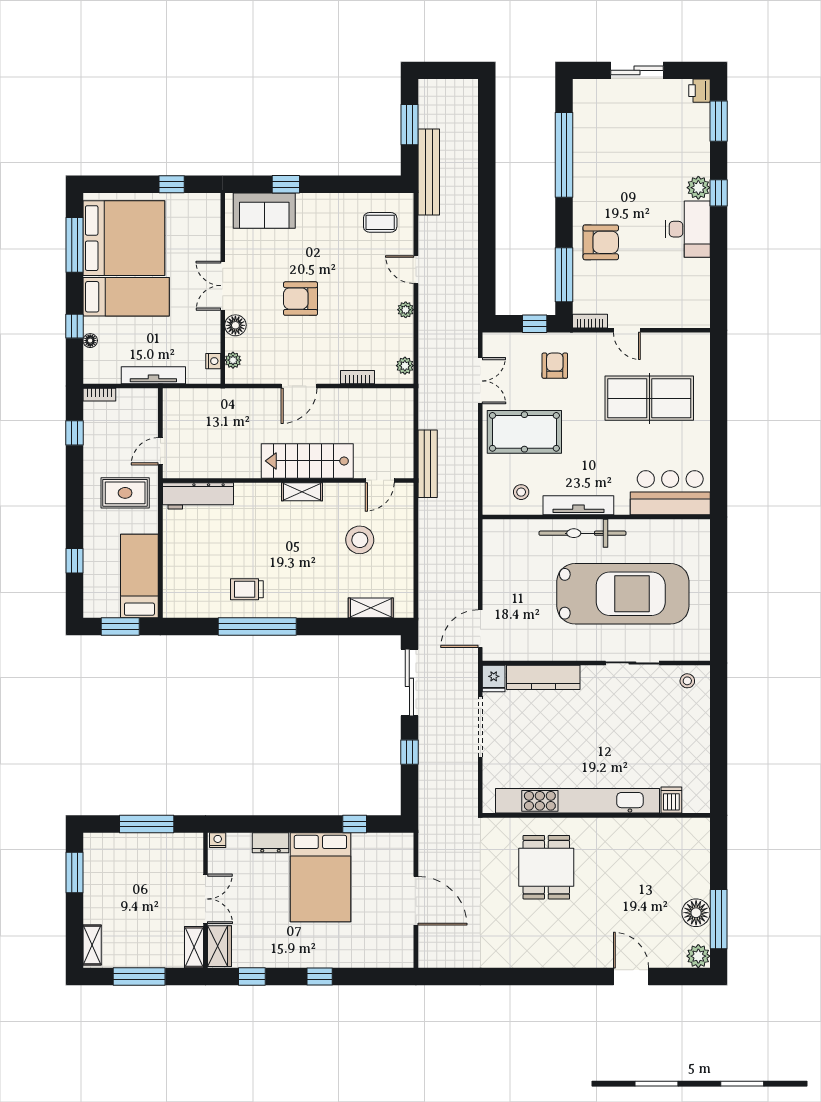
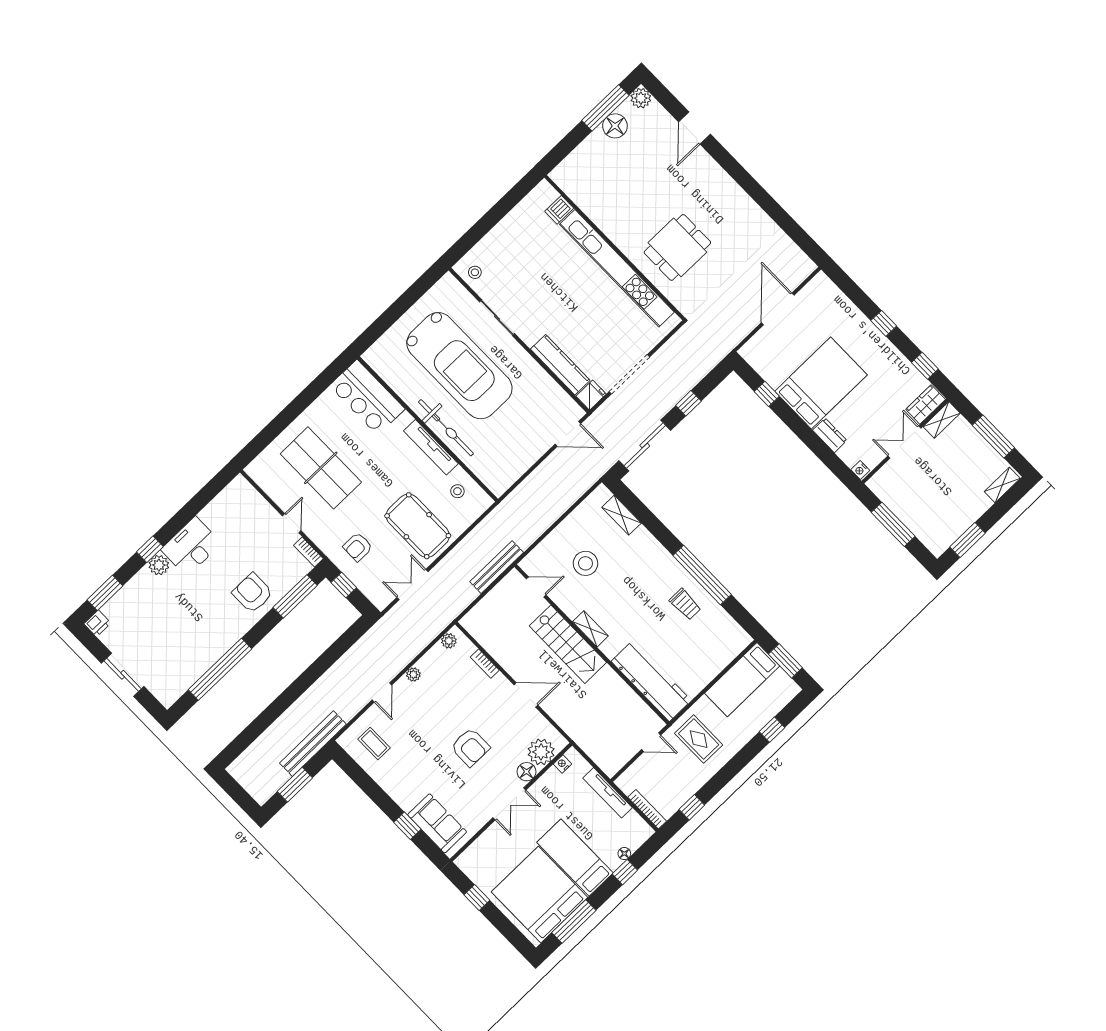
plant: (233, 360) -> (541, 752), width x1.88, depth x1.88
bookcase: (99, 395) -> (647, 809), width x1.56
workbench: (198, 496) -> (651, 681), width x1.36, depth x1.32
car: (623, 594) -> (459, 366), turned 180

